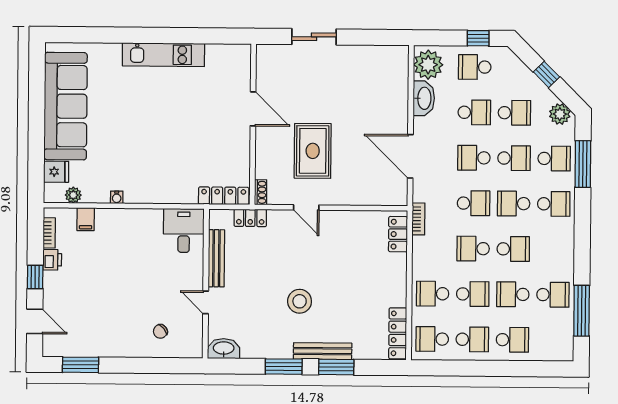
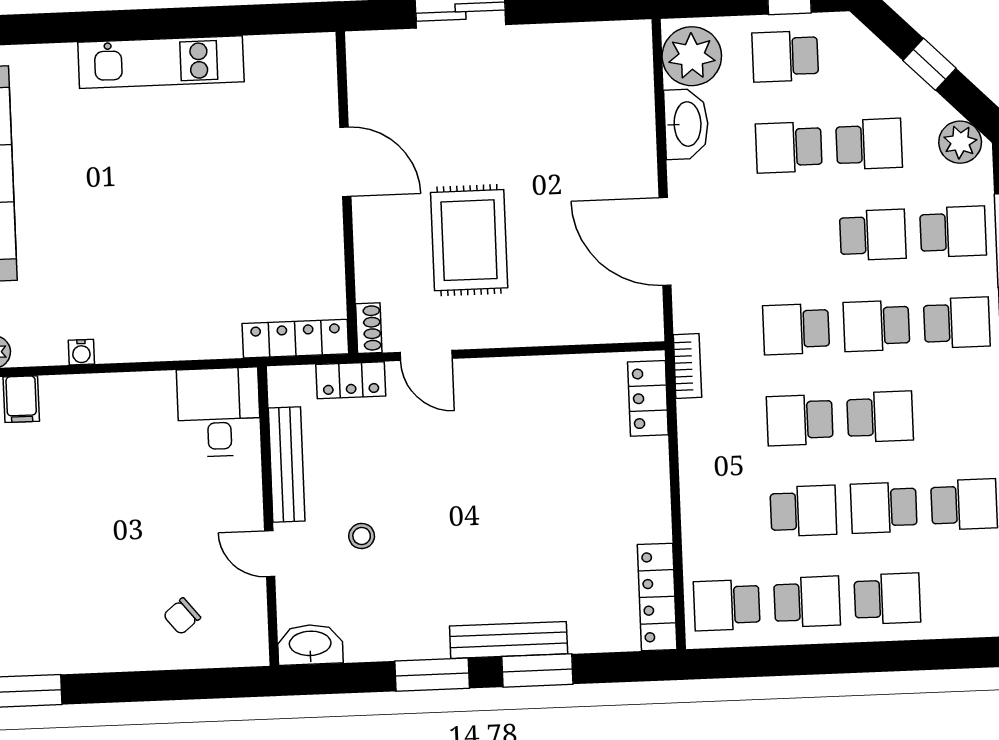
school desk: (474, 112) -> (789, 147), turned 180
school desk: (474, 158) -> (792, 238), removed
school desk: (473, 203) -> (796, 329), turned 180
door: (306, 207) -> (426, 355), moved
school desk: (433, 294) -> (723, 514), removed
stool: (300, 301) -> (362, 536), moved, width x0.53, depth x0.53

